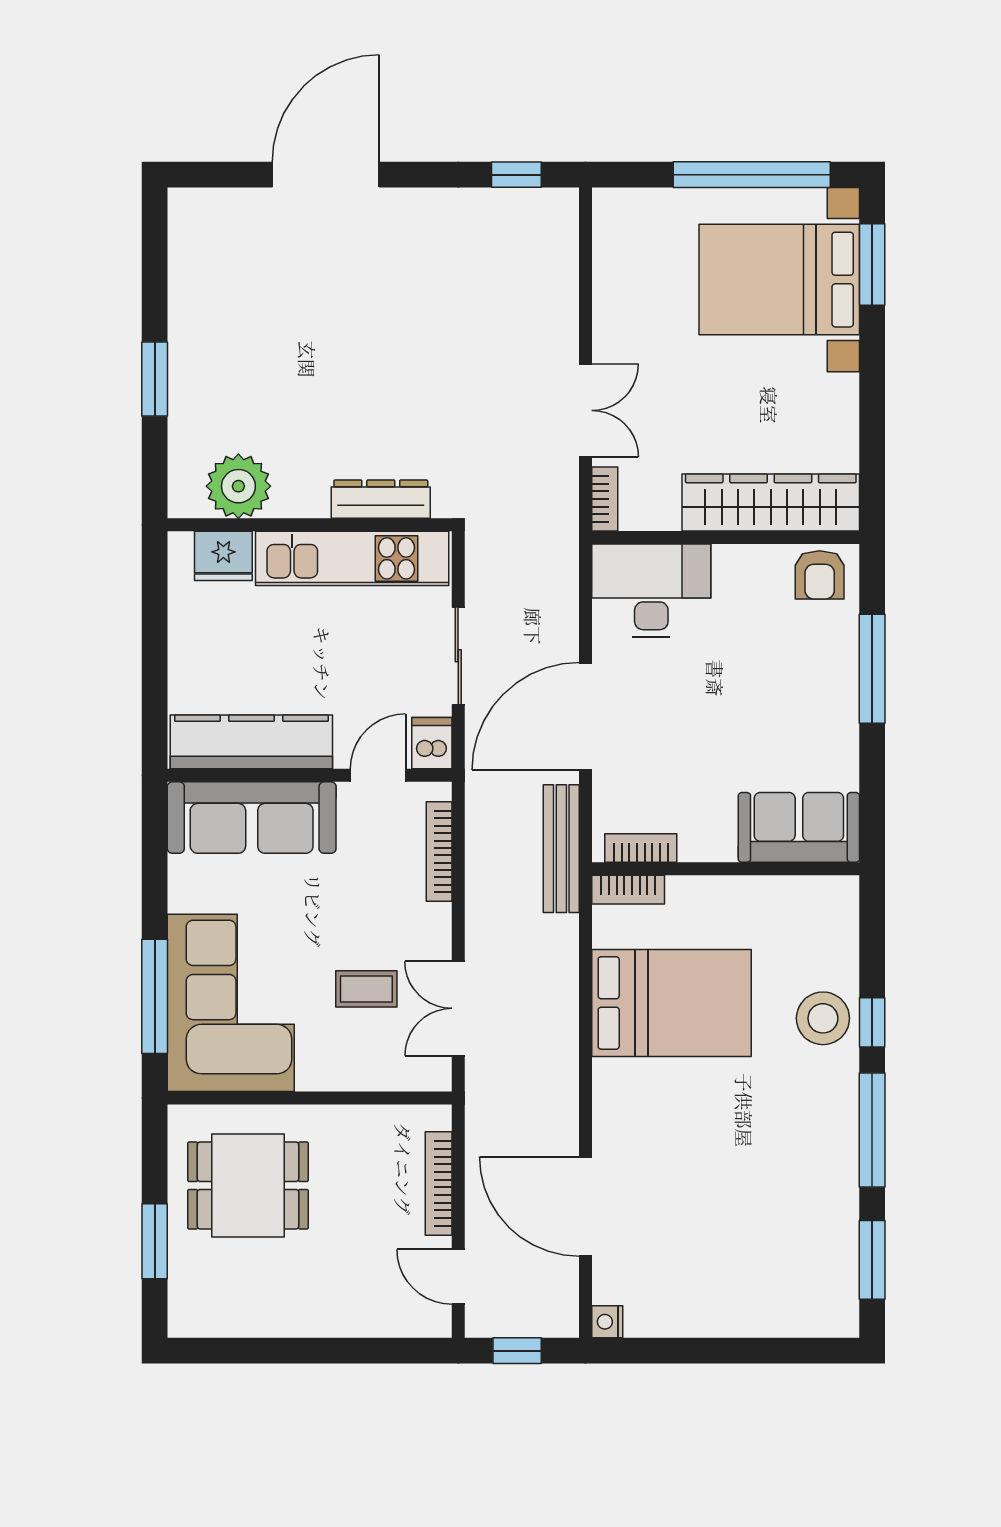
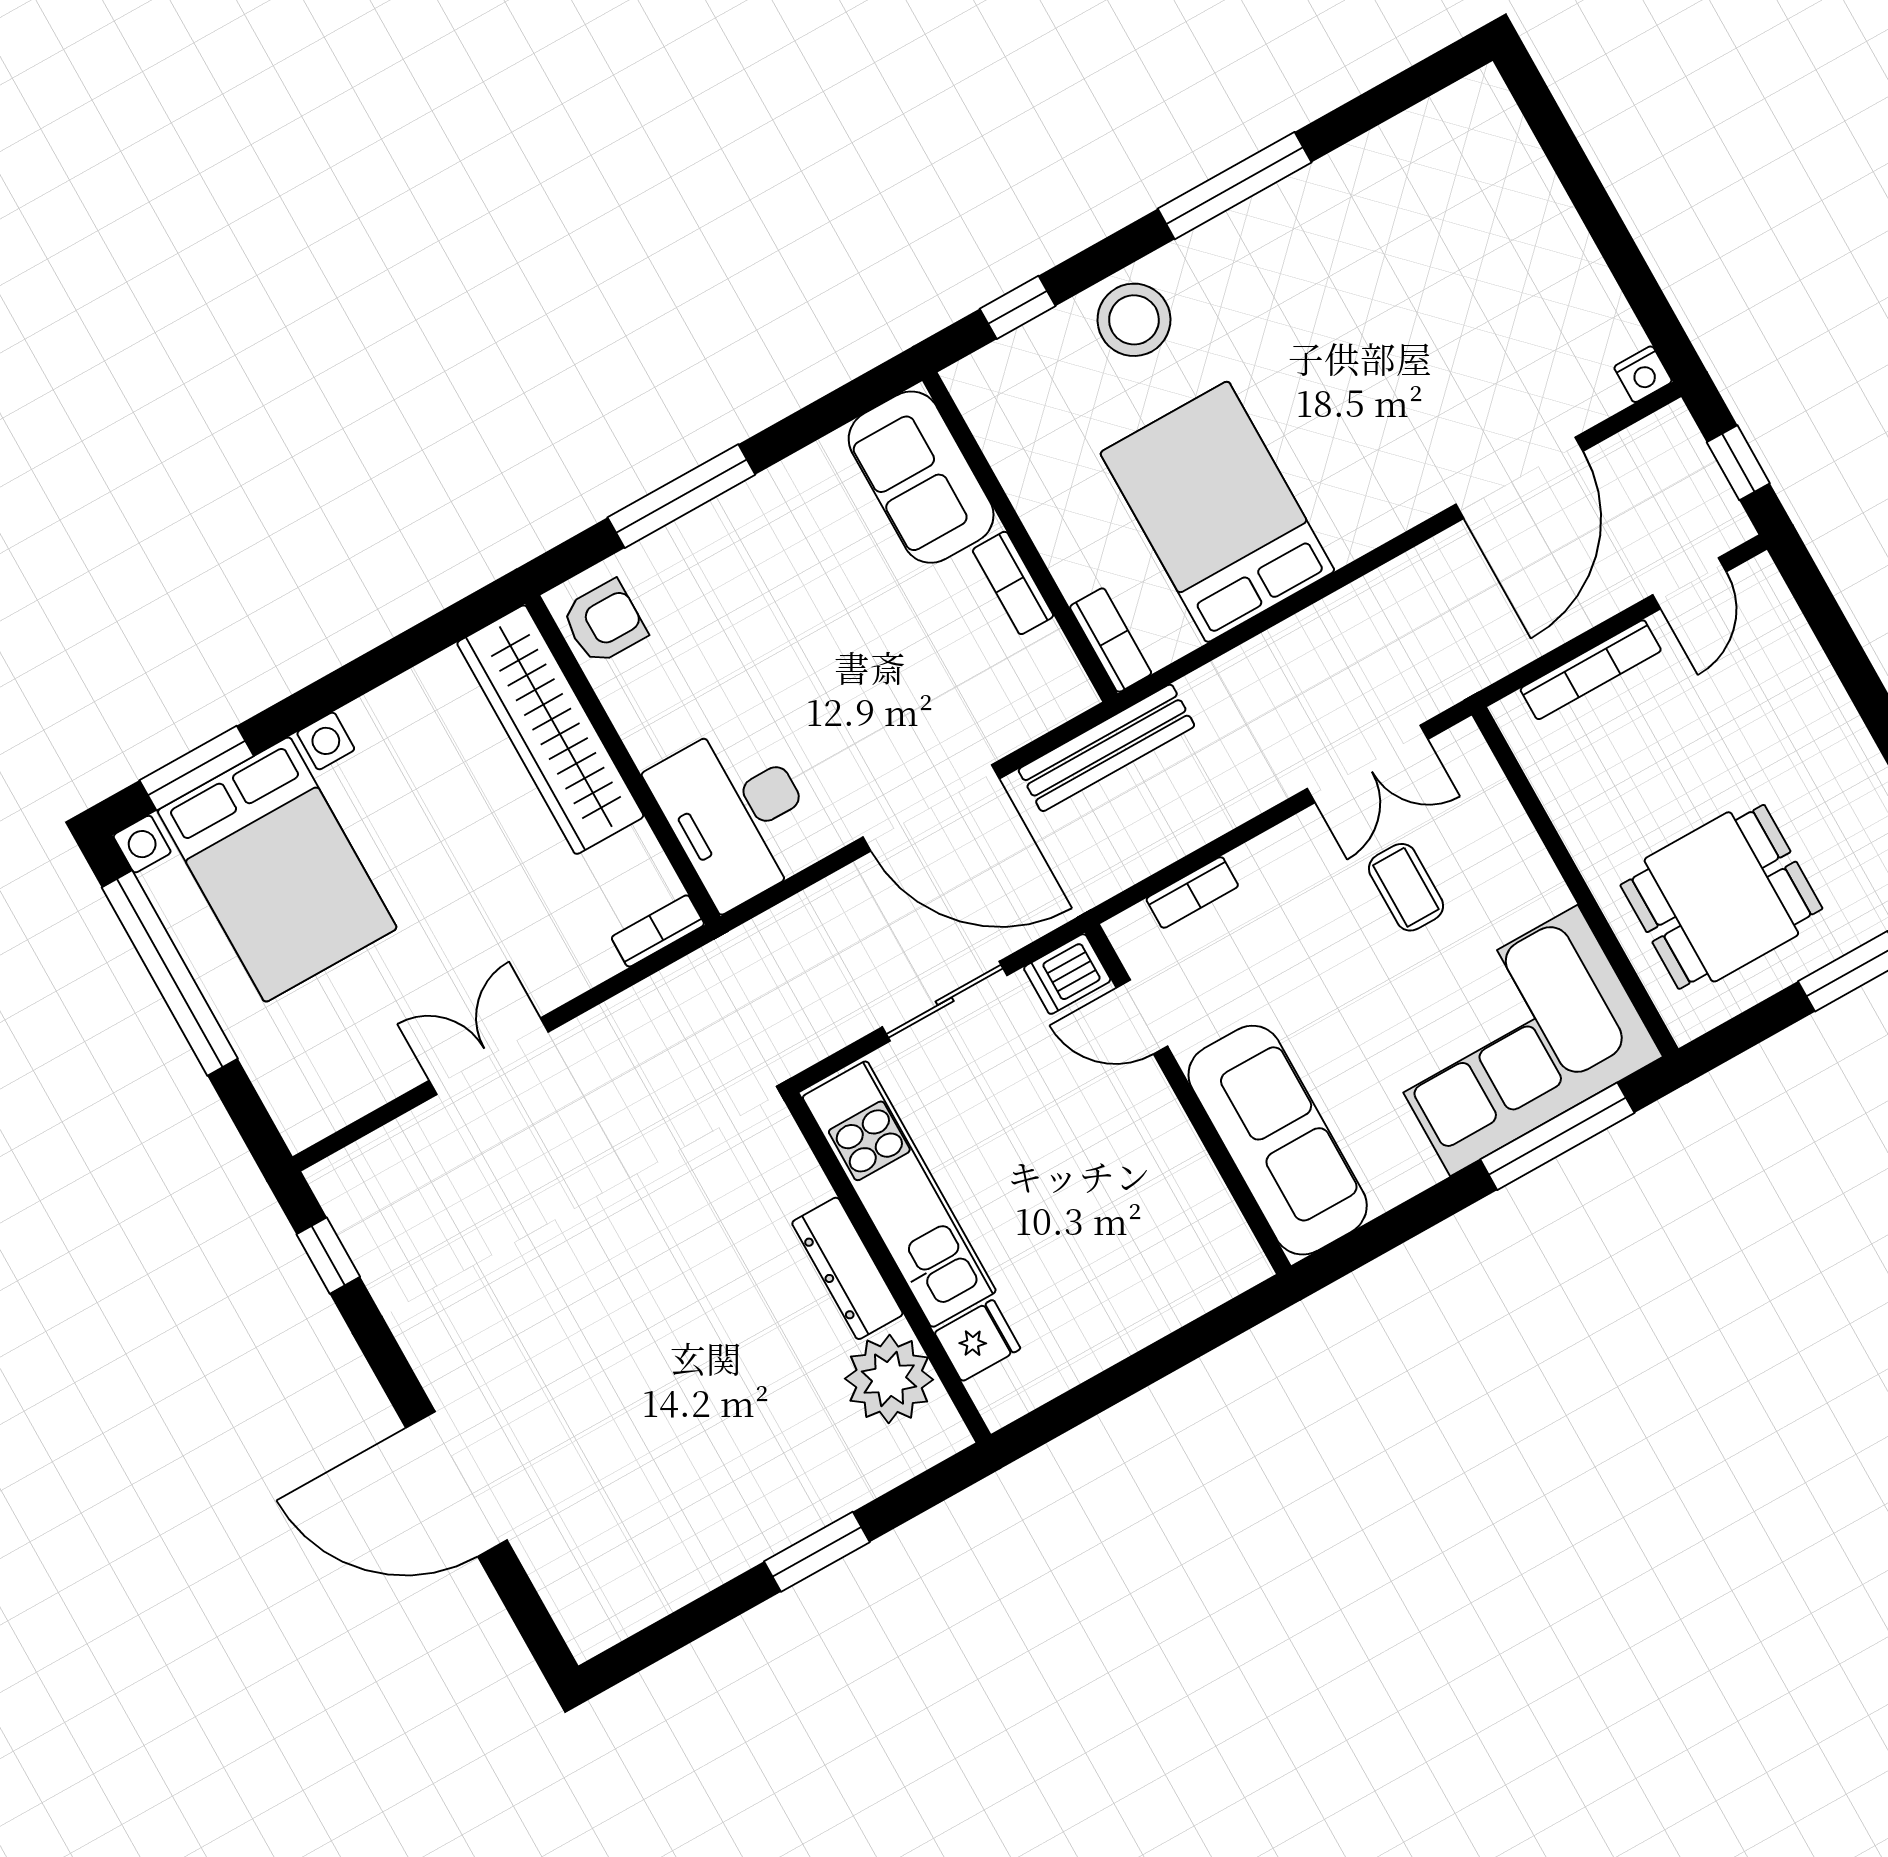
double door: (586, 410) -> (489, 1056), moved
dresser: (381, 499) -> (847, 1268), moved
fridge: (223, 556) -> (977, 1341), width x0.72
kitchen counter: (251, 742) -> (1187, 1191), removed
bookcase: (641, 848) -> (1013, 583), moved
bookcase: (439, 852) -> (1192, 892), width x0.64
window: (872, 1022) -> (1018, 307), moved
dining table: (248, 1186) -> (1721, 897), turned 90
window: (872, 1260) -> (1391, 98), removed

